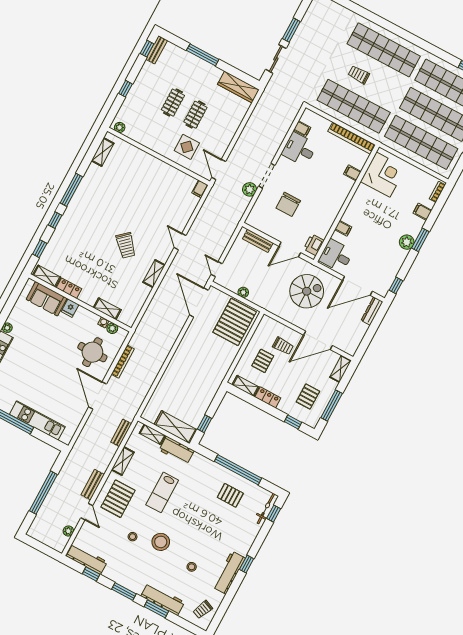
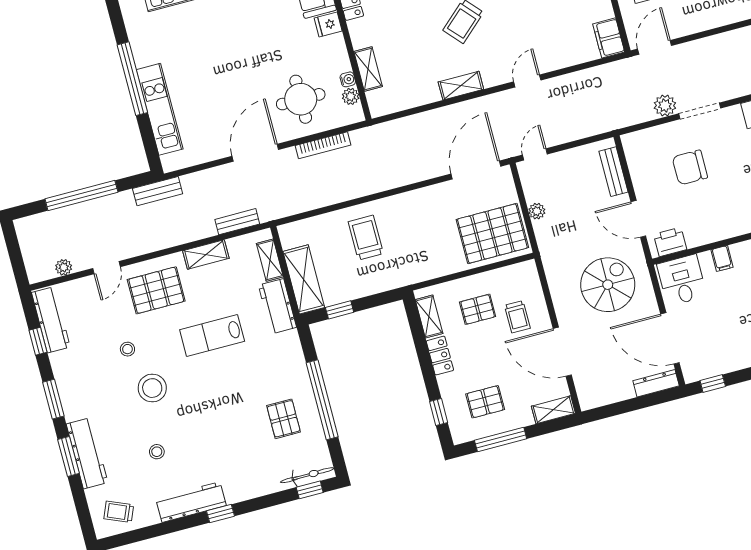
filing cabinet: (200, 189) -> (609, 38), width x2.00
spiral stairs: (307, 291) -> (608, 285), turned -90
trolley: (183, 381) -> (366, 238), added
bench: (93, 485) -> (158, 191), moved

